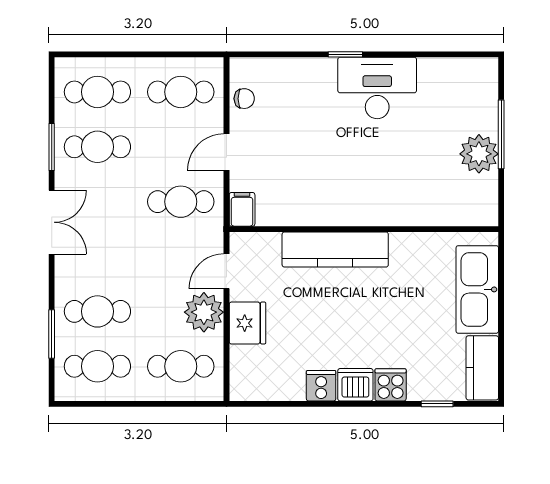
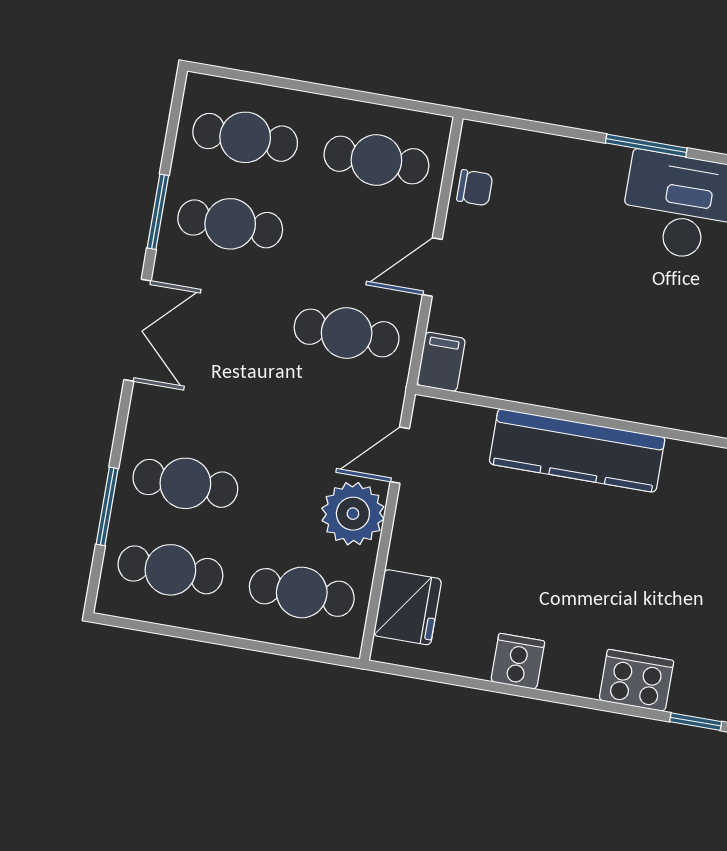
window: (345, 54) -> (646, 146), width x1.50
fridge: (247, 323) -> (408, 607), moved
dishwasher: (355, 385) -> (572, 669), removed
cooker: (391, 385) -> (636, 680), width x1.36

